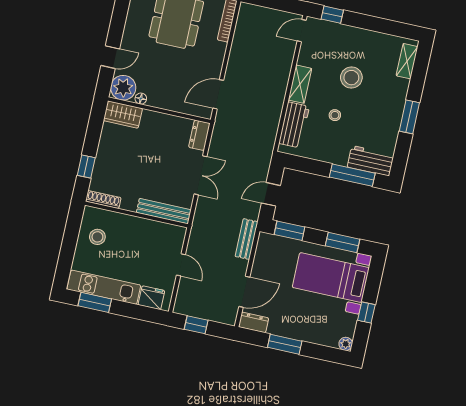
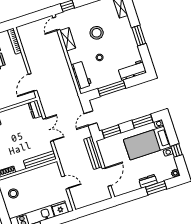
shelving: (300, 84) -> (68, 39), moved
window: (352, 175) -> (112, 88), moved
bench: (246, 239) -> (93, 153), width x1.36
dresser: (253, 322) -> (148, 181), moved
window: (196, 325) -> (92, 209), removed
window: (285, 344) -> (156, 188), moved

